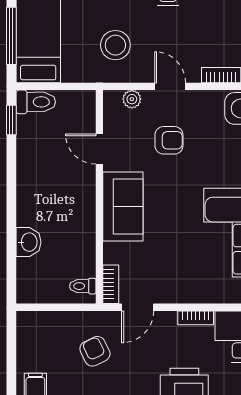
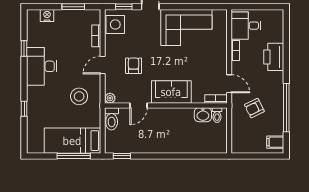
plant: (132, 99) -> (110, 98), moved
toilet: (36, 102) -> (112, 119), moved, turned 180
washbasin: (28, 242) -> (203, 115), moved, turned 180

